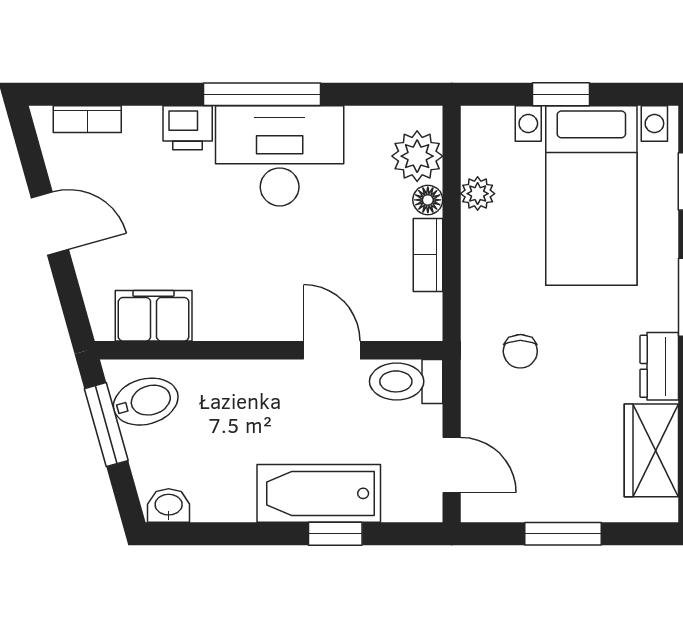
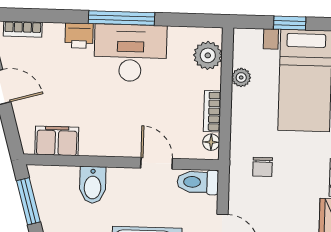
floor lamp: (428, 200) -> (211, 142), moved
bidet: (146, 402) -> (93, 185), moved, turned 106

